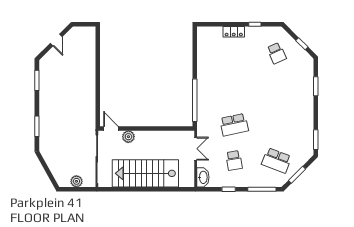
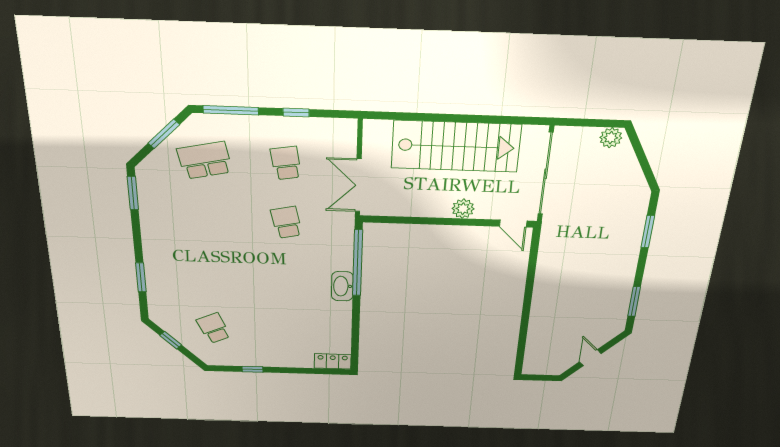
locker: (234, 32) -> (333, 361), moved
school desk: (234, 125) -> (286, 222), width x0.54
plant: (128, 137) -> (463, 209), moved
double door: (196, 149) -> (358, 185), width x1.37
school desk: (277, 160) -> (205, 160), turned -33
washbasin: (203, 177) -> (342, 286), moved
plant: (76, 181) -> (611, 138), moved

